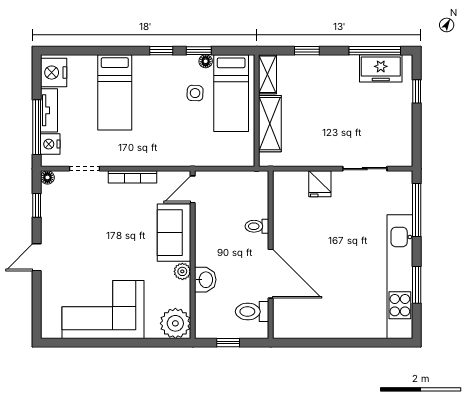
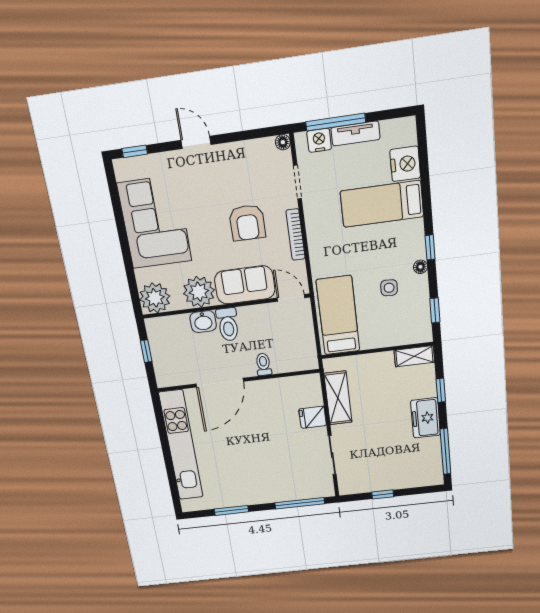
window: (199, 51) -> (435, 310), moved
floor lamp: (206, 61) -> (420, 267), moved
freezer: (381, 68) -> (426, 418), moved
nightstand: (54, 73) -> (405, 164), moved, turned 90
window: (417, 91) -> (383, 494), moved
bed: (231, 93) -> (338, 315), moved, turned 90
shelving: (270, 124) -> (338, 398), moved, turned 90
window: (37, 205) -> (135, 151), moved
armchair: (115, 221) -> (247, 223), added
plant: (182, 271) -> (199, 292), width x1.88, depth x1.88
kitchen unit: (400, 277) -> (181, 446), moved, turned 90
toilet: (252, 312) -> (228, 324), moved, turned 180

